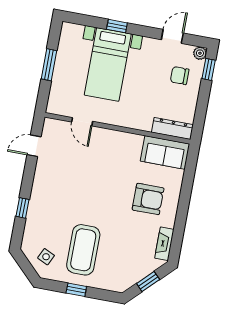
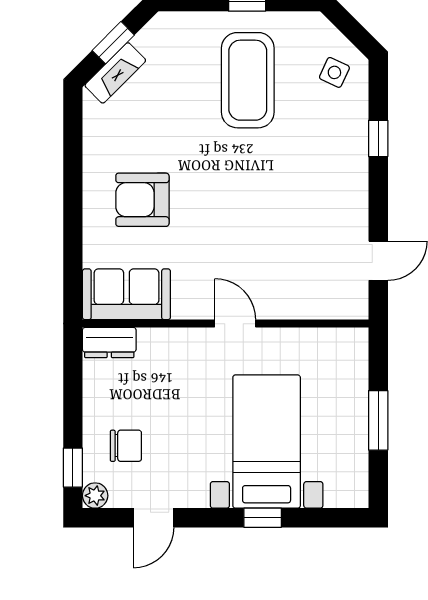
door: (82, 122) -> (235, 324), moved
dresser: (172, 128) -> (109, 342), width x0.70
fireplace: (164, 244) -> (115, 73), moved, turned 45
side table: (46, 257) -> (334, 72), moved

